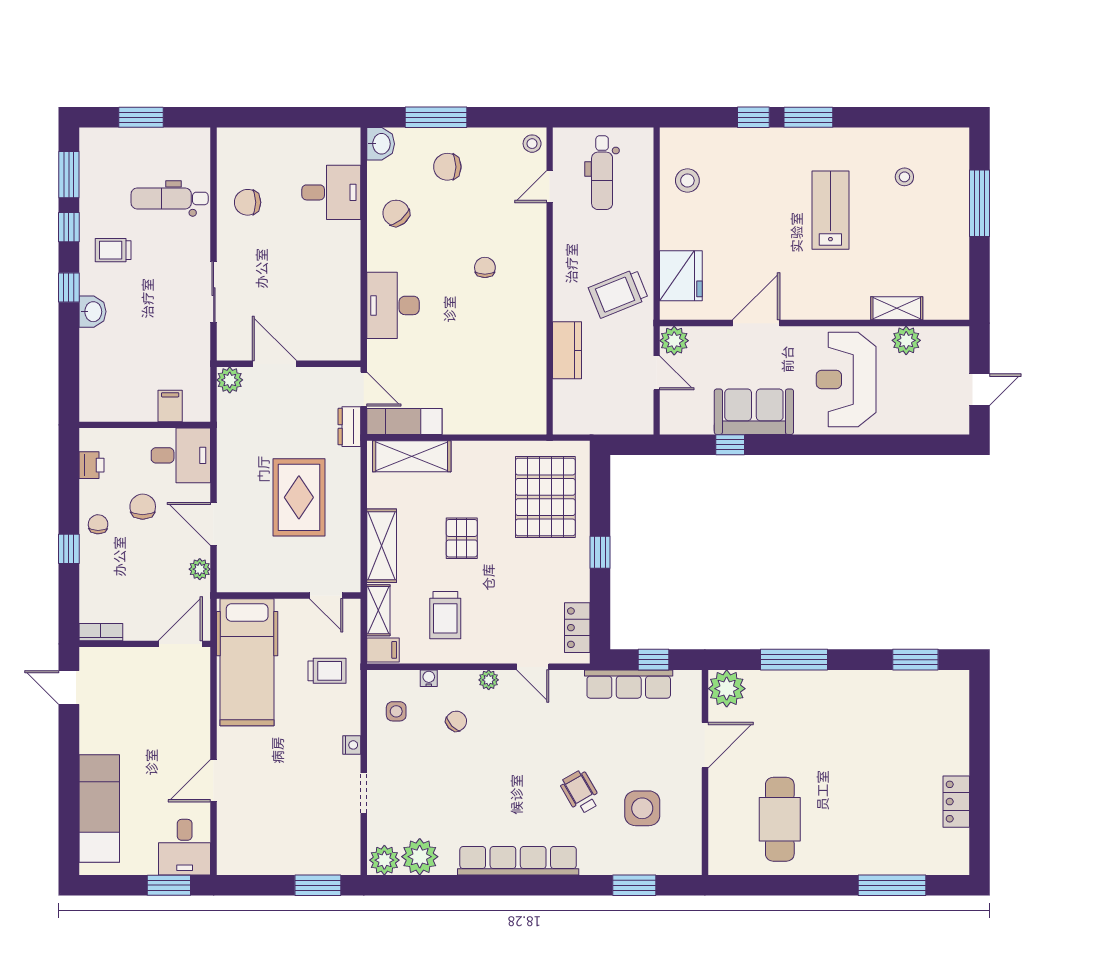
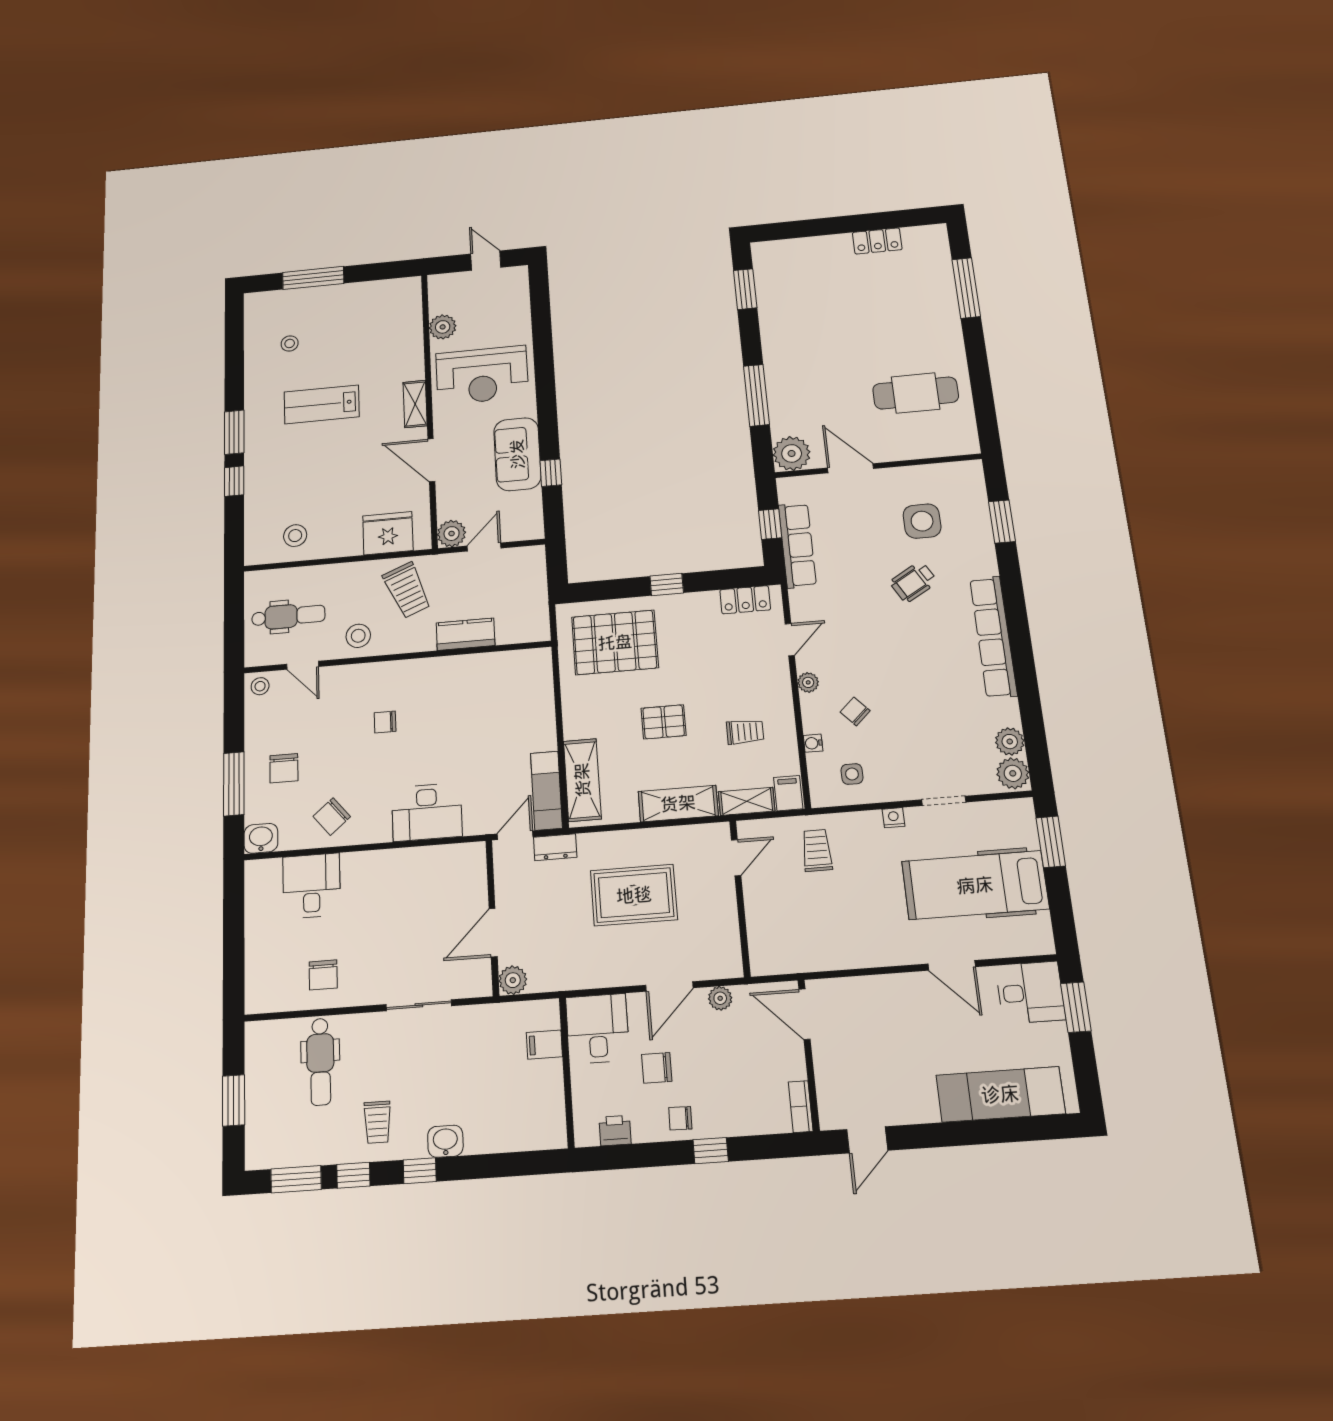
stool: (575, 243) -> (358, 636), added
shelving: (897, 308) -> (415, 404), moved
trolley: (445, 615) -> (745, 732), width x0.73, depth x0.72
hospital bed: (247, 662) -> (975, 885), moved, turned 180
plant: (420, 857) -> (1010, 742), width x0.73, depth x0.73

